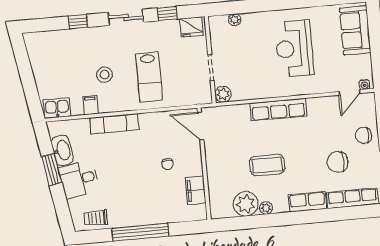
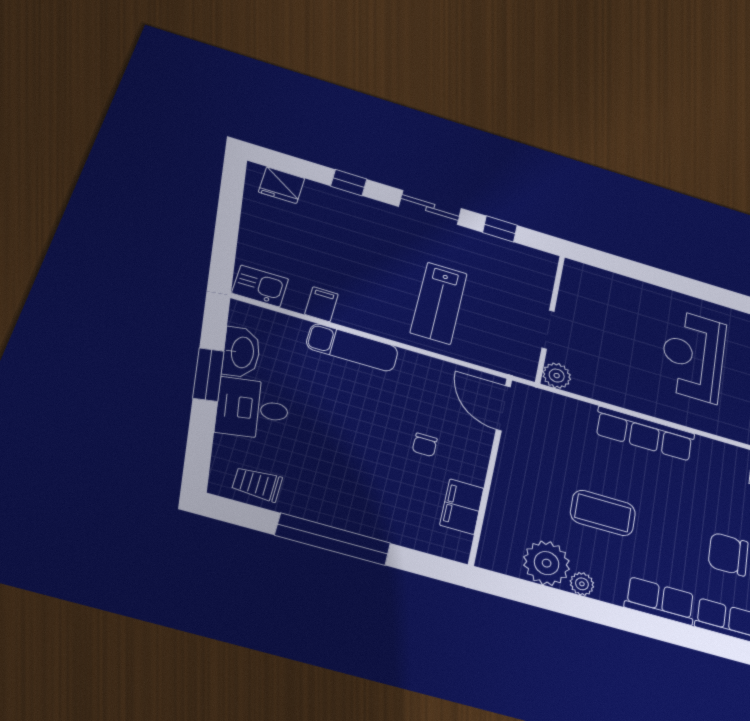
plant: (235, 20) -> (607, 279), removed
fridge: (191, 27) -> (282, 185), moved
stool: (105, 75) -> (364, 270), removed

